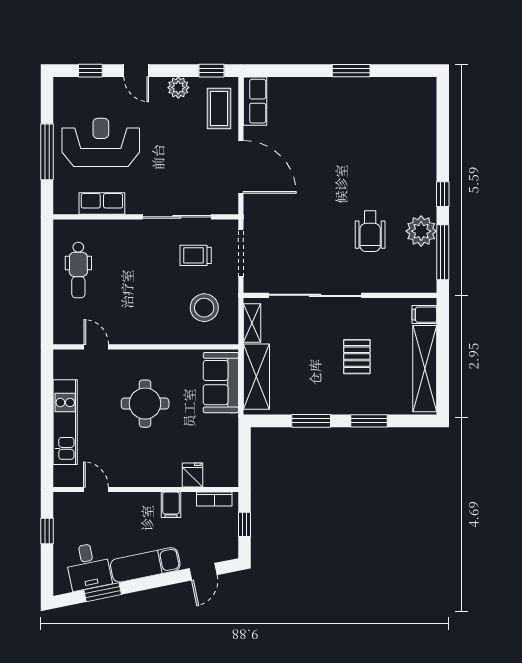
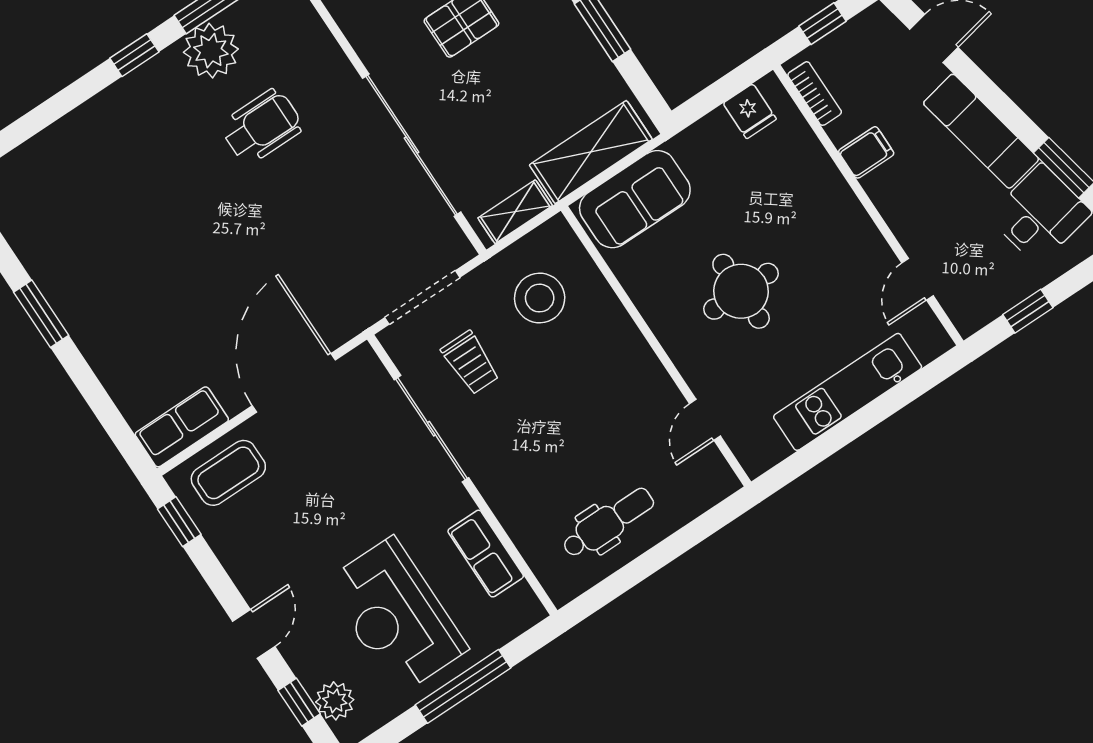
plant: (178, 88) -> (335, 701), moved
fridge: (193, 475) -> (750, 111), moved, turned -90

